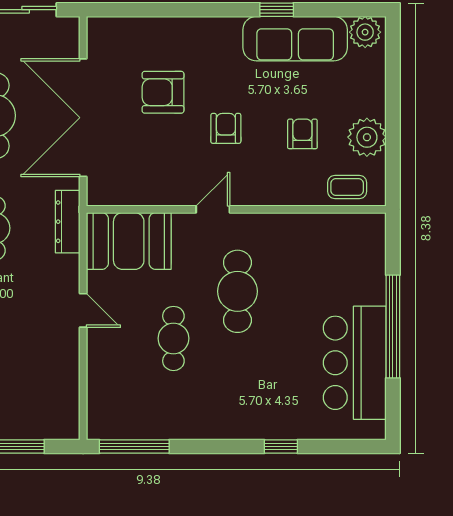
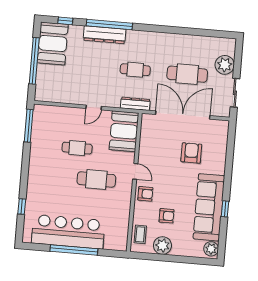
sofa: (295, 39) -> (209, 207), width x1.36, depth x1.27
armchair: (226, 128) -> (145, 194), moved
bar counter: (355, 363) -> (68, 232), width x1.36
window: (281, 447) -> (22, 206), moved

